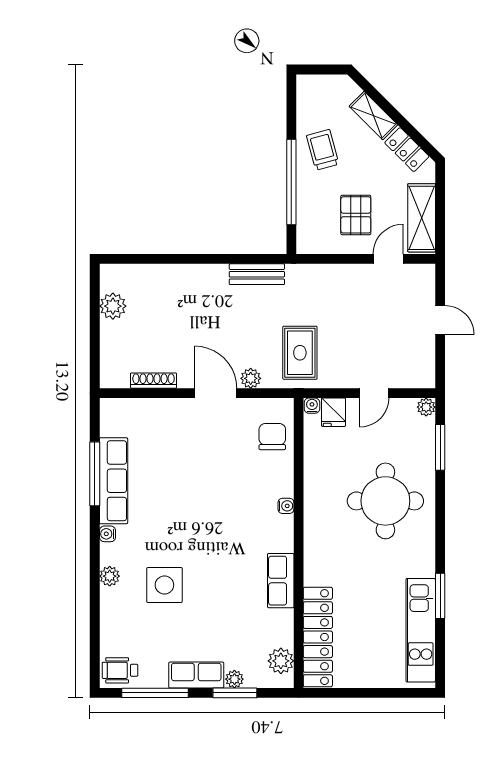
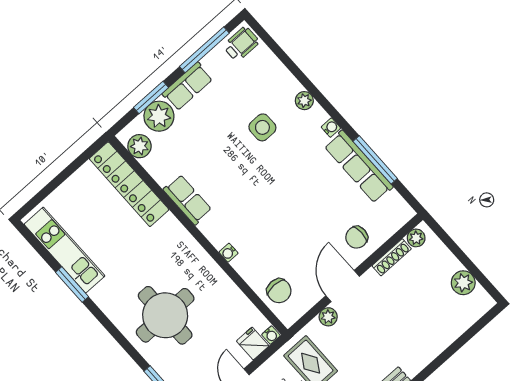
plant: (119, 378) -> (416, 238), added
door: (216, 393) -> (343, 286), swing flipped
chair: (168, 423) -> (357, 237), added
side table: (164, 585) -> (262, 127), width x0.73, depth x0.73
plant: (234, 679) -> (159, 116), width x1.88, depth x1.88

